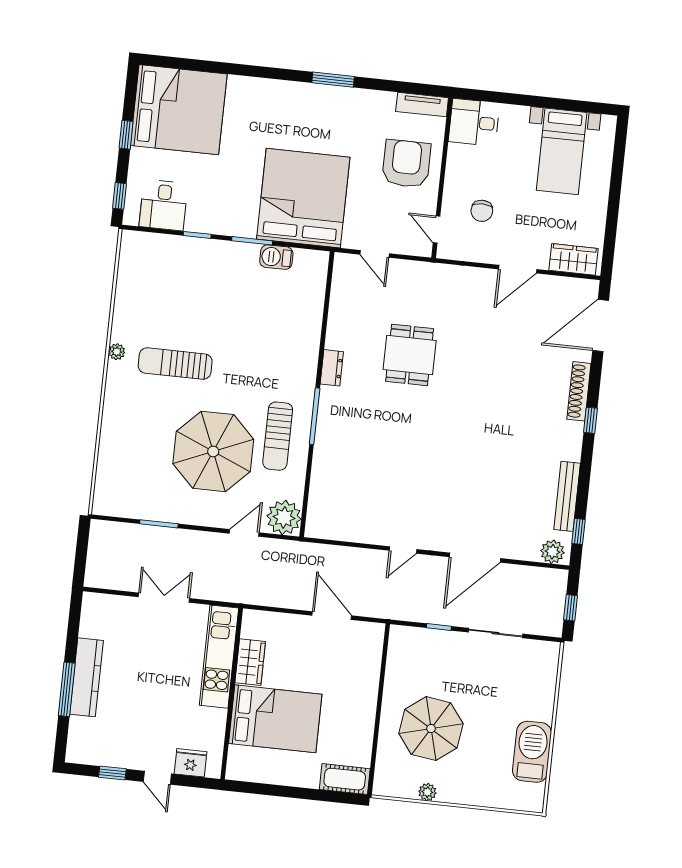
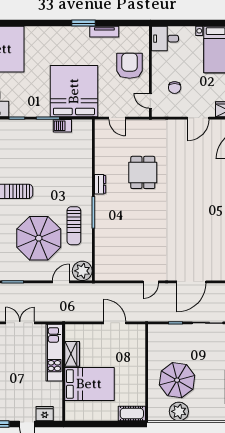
tv unit: (422, 105) -> (104, 32), moved
plant: (427, 792) -> (179, 411), width x1.88, depth x1.88

